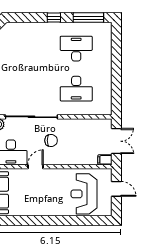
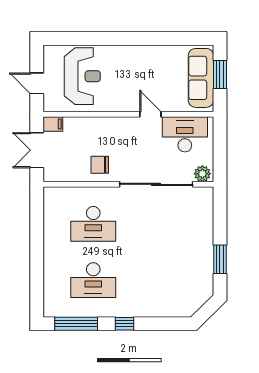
desk: (76, 89) -> (93, 224), turned 180
chair: (51, 140) -> (100, 165), moved
door: (35, 167) -> (150, 114), swing flipped

